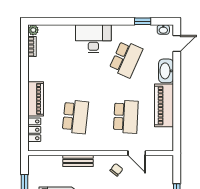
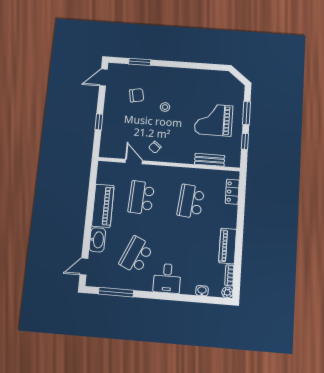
window: (143, 21) -> (116, 292), width x2.17
washbasin: (163, 30) -> (202, 291), moved
desk: (93, 39) -> (167, 278), width x0.73
piano: (36, 99) -> (228, 246), moved
bench: (78, 161) -> (210, 160), moved

